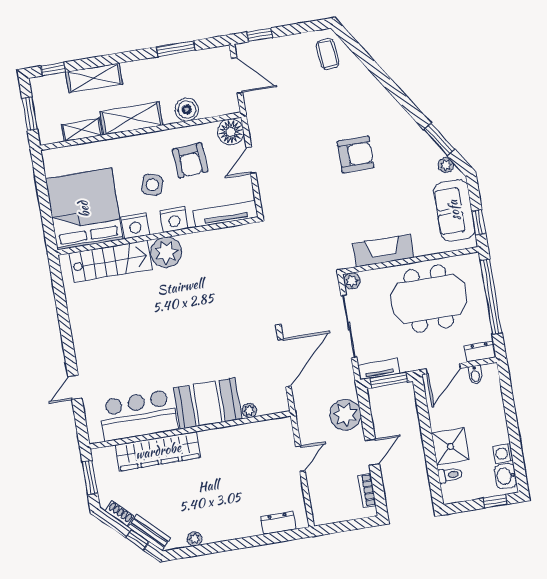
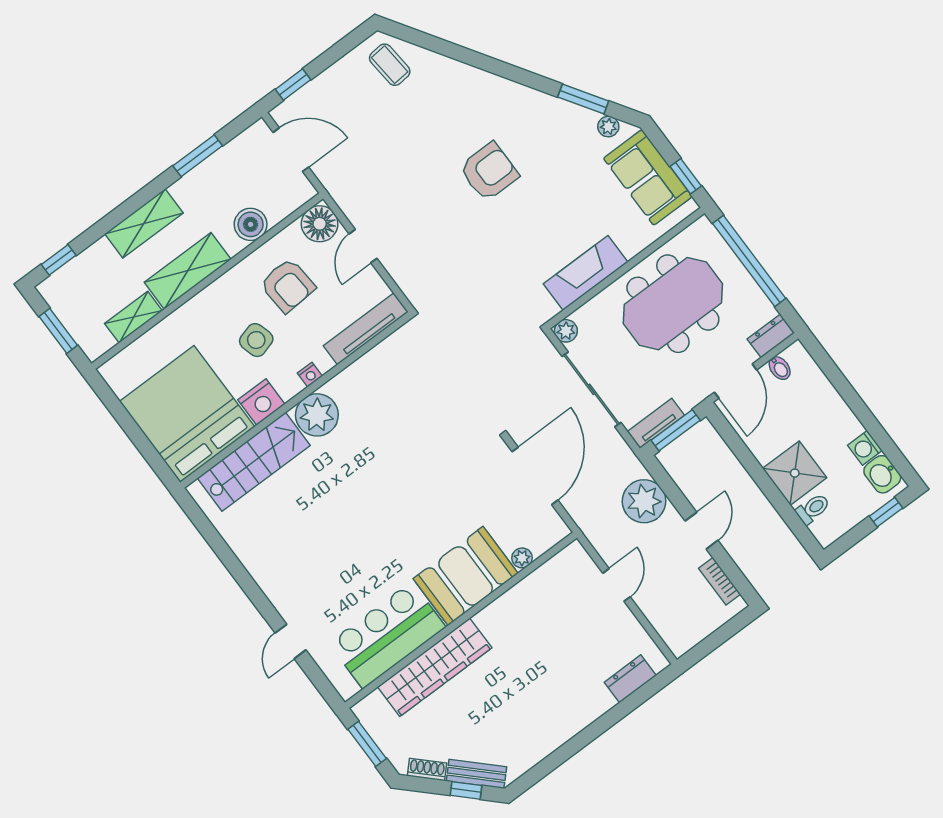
shelving: (94, 78) -> (144, 223), moved
side table: (152, 185) -> (256, 340), turned -35
nightstand: (174, 220) -> (310, 375), width x0.53, depth x0.56
plant: (195, 539) -> (537, 752), removed

